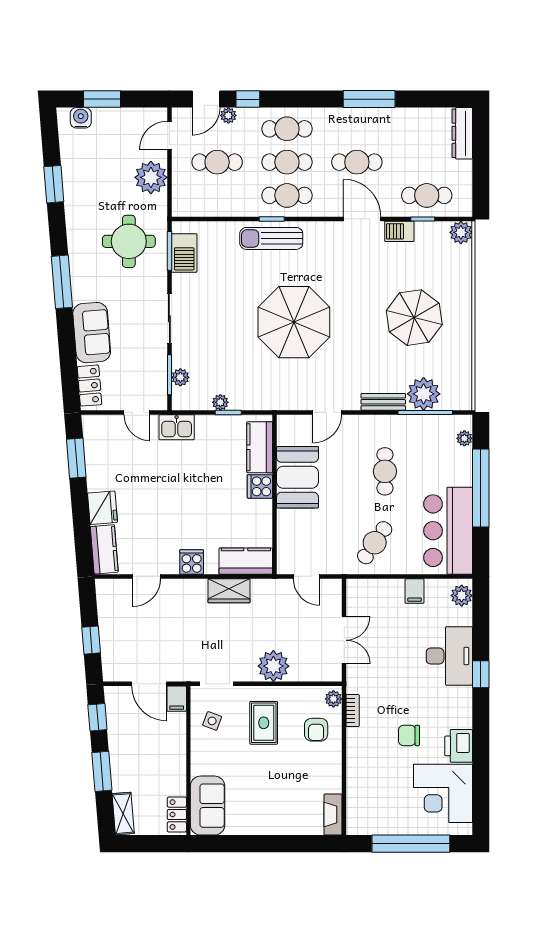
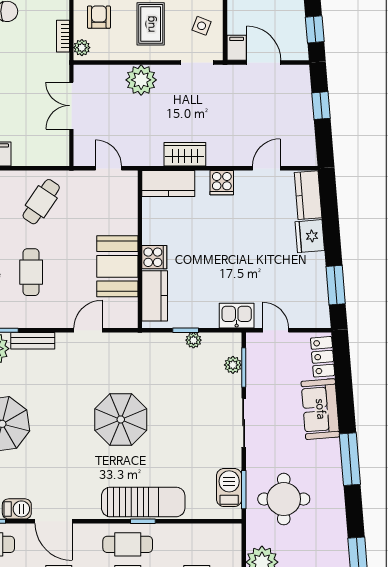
sun lounger: (271, 238) -> (143, 502), width x1.36, depth x1.34
parasol: (294, 322) -> (121, 419), width x0.73, depth x0.73

